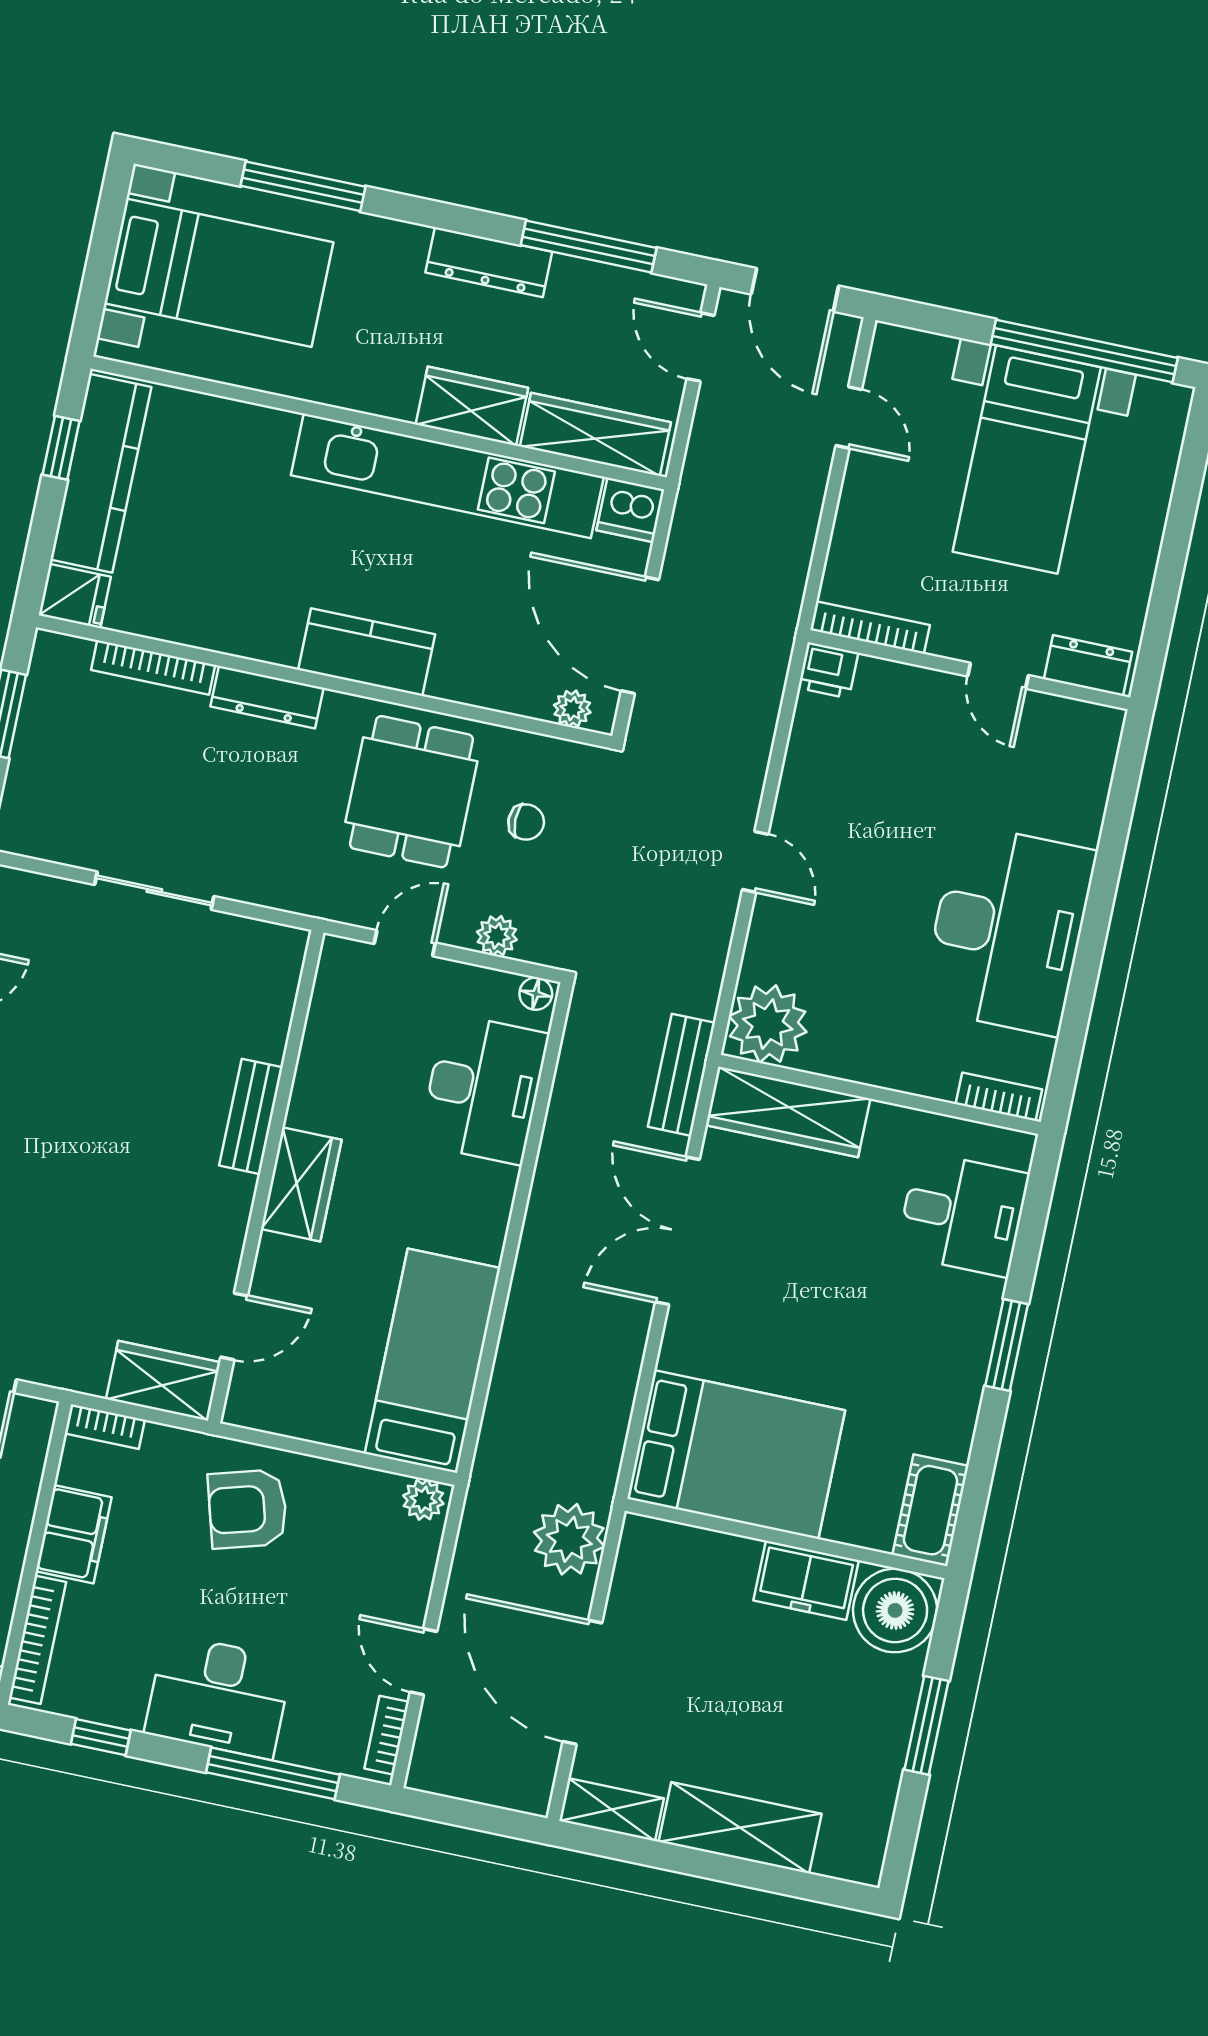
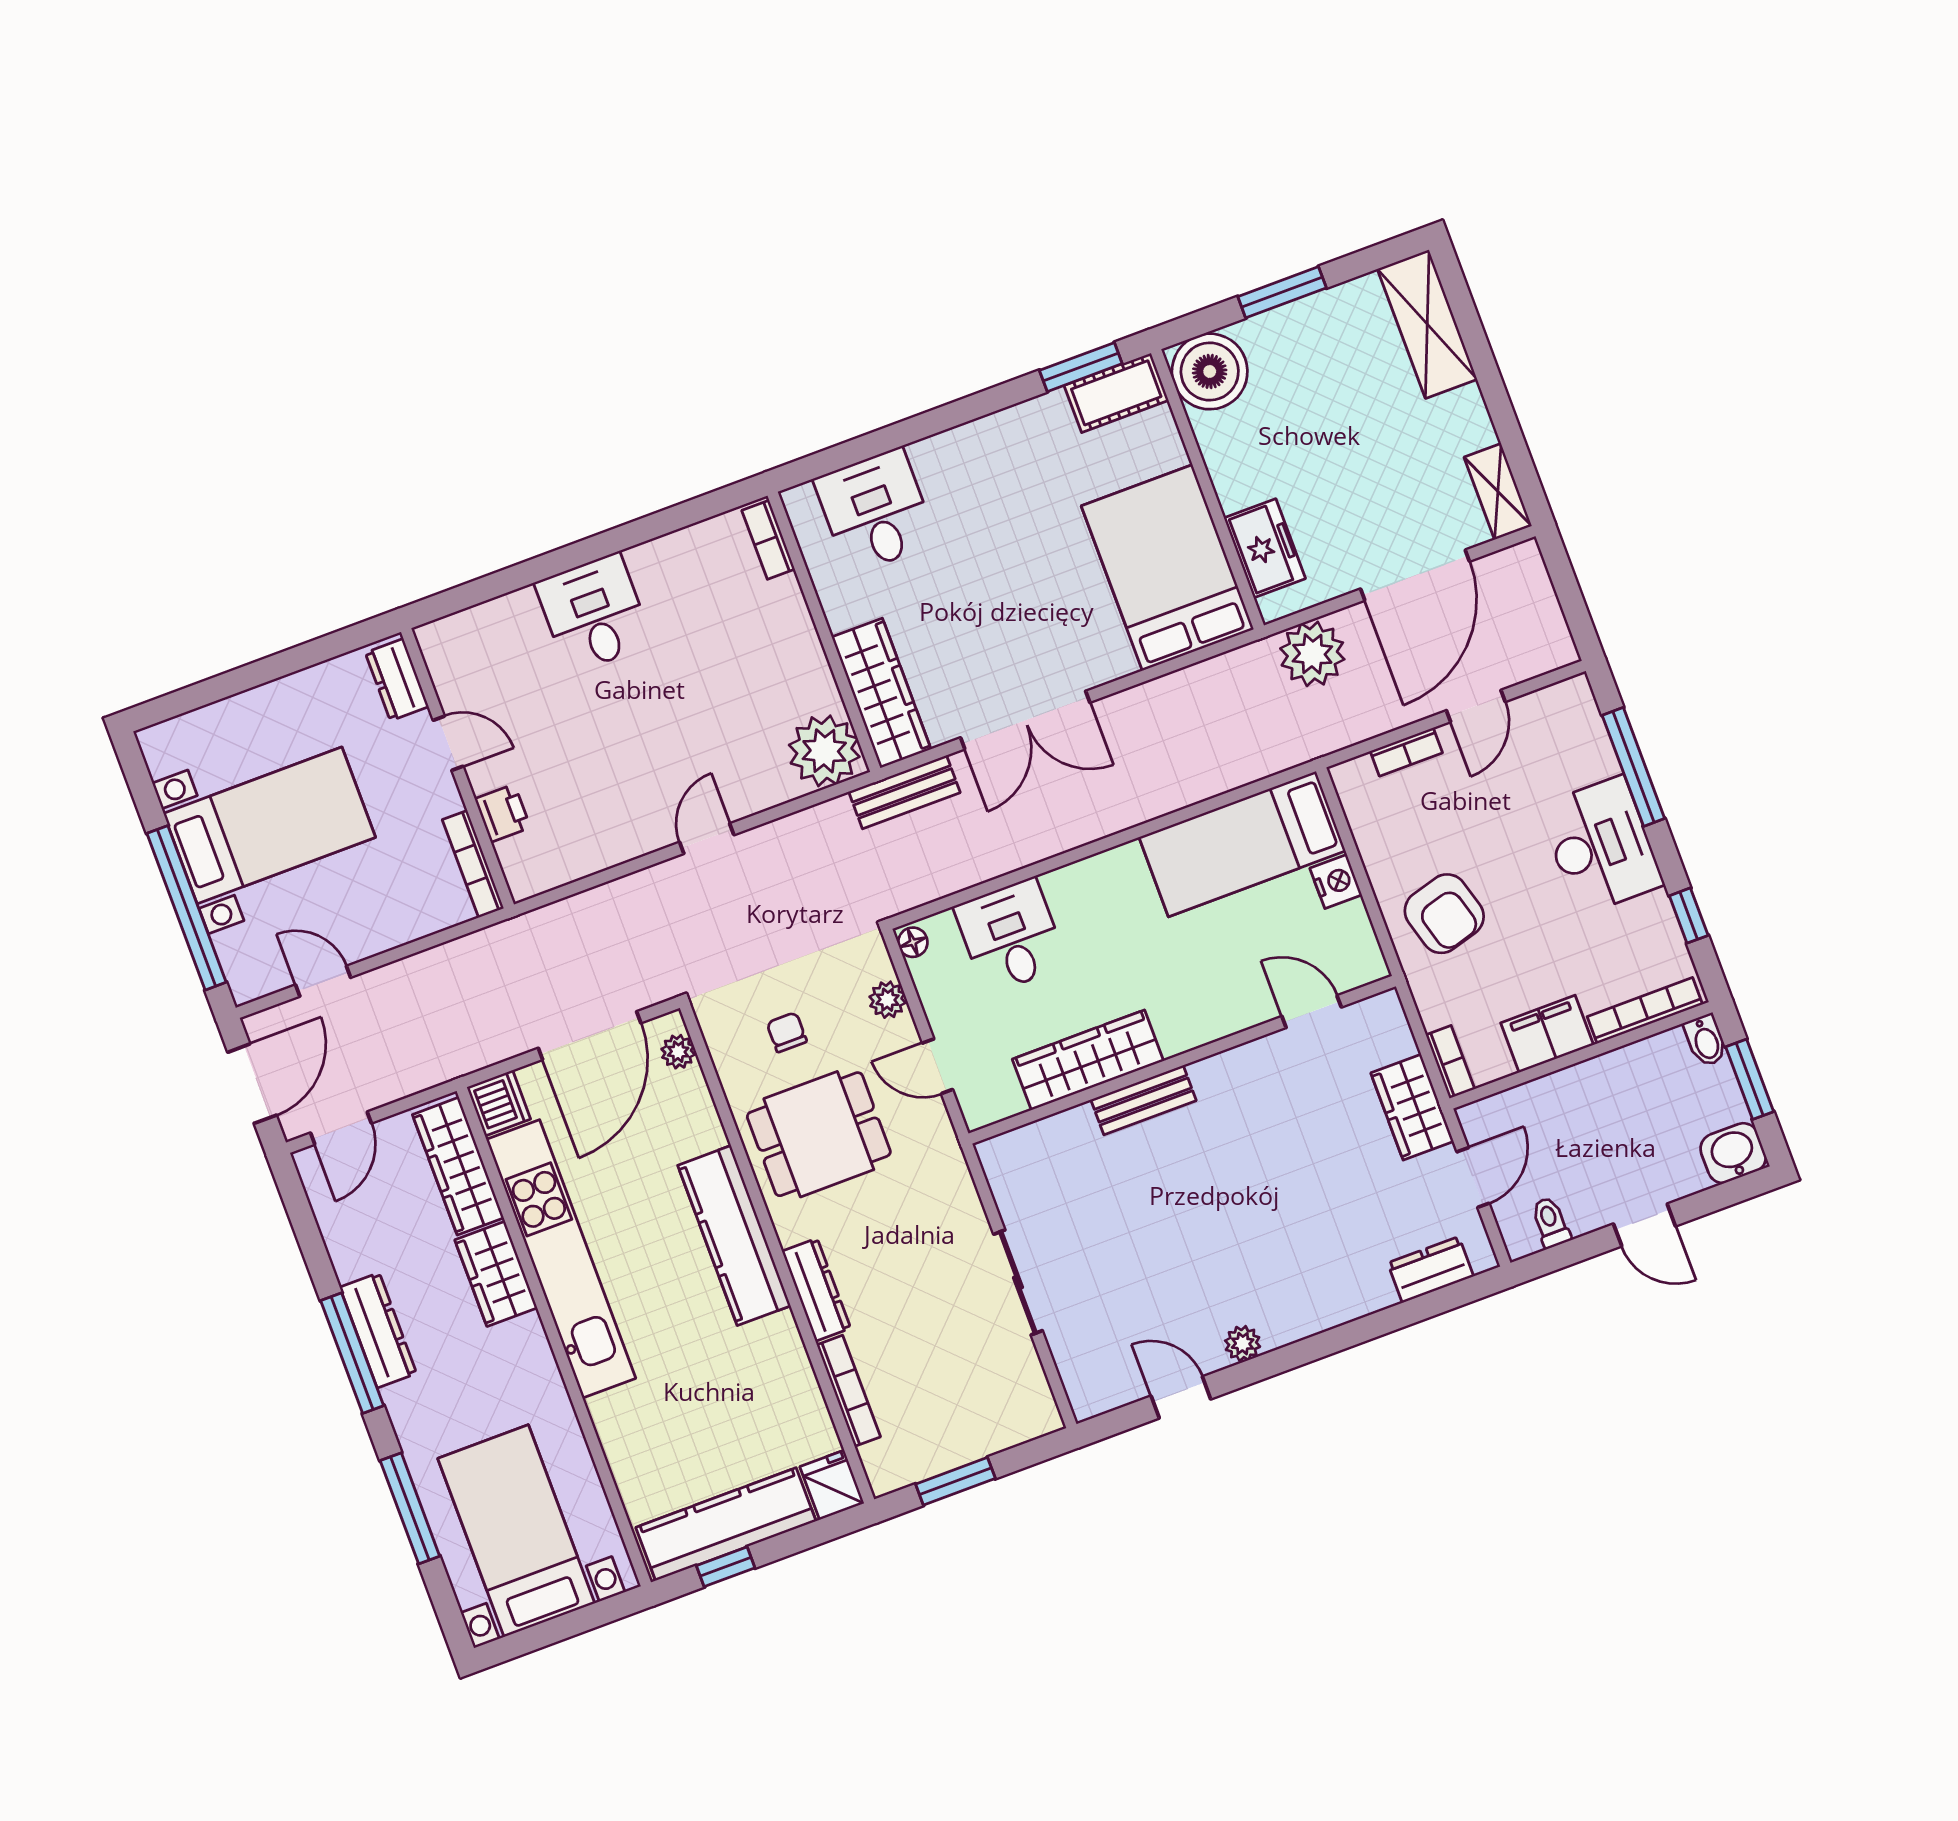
window: (589, 246) -> (352, 1353), moved
window: (1084, 351) -> (187, 908), moved
door: (849, 417) -> (323, 981), hinge flipped
kitchen counter: (367, 652) -> (734, 1236), width x1.50
printer: (828, 670) -> (503, 813), moved
door: (998, 676) -> (448, 743), hinge flipped
desk: (1008, 930) -> (594, 613), width x0.53, depth x0.77
desk: (484, 1089) -> (1010, 936), width x0.73
wardrobe: (301, 1184) -> (1088, 1060), moved, width x1.50
window: (1007, 1345) -> (1081, 367), moved
wardrobe: (163, 1381) -> (1412, 1107), moved
nightstand: (342, 1426) -> (1336, 882), added
plant: (423, 1500) -> (1352, 784), removed
freezer: (806, 1580) -> (1265, 548), moved
bookcase: (387, 1735) -> (1406, 752), moved
shelving: (740, 1828) -> (1427, 324), moved

